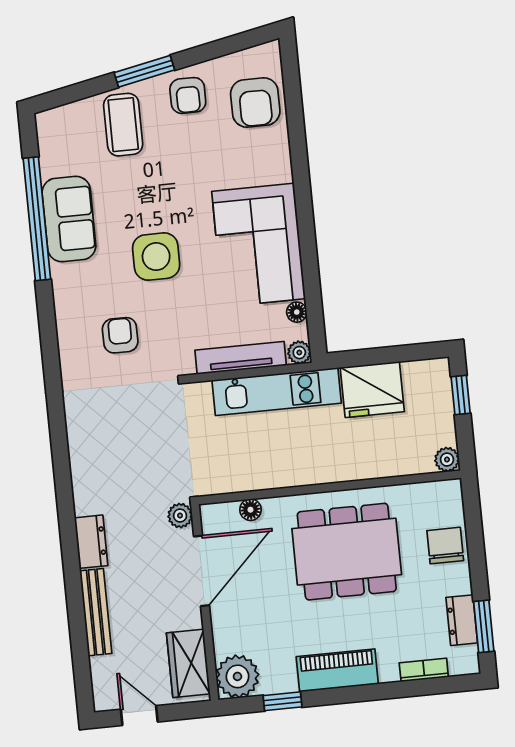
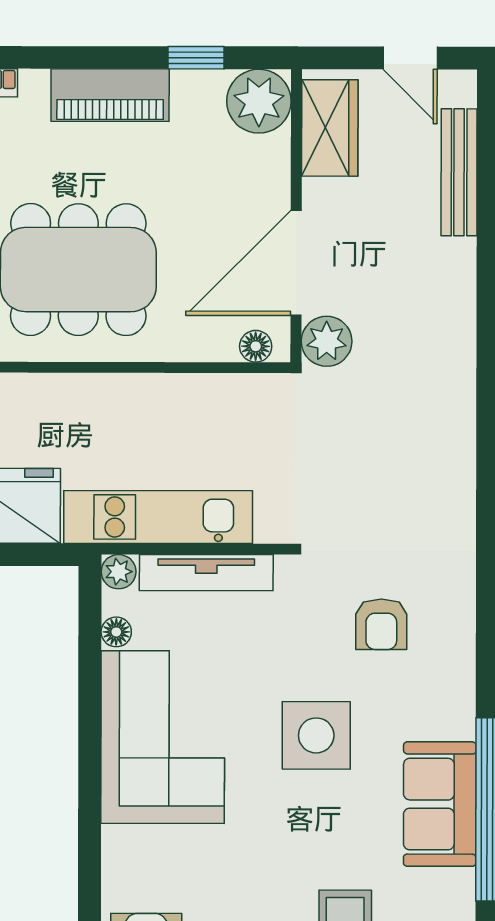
floor lamp: (250, 510) -> (256, 346), moved
plant: (180, 516) -> (327, 341), width x1.38, depth x1.38
dresser: (91, 542) -> (455, 323), removed
bench: (96, 612) -> (459, 172), moved

